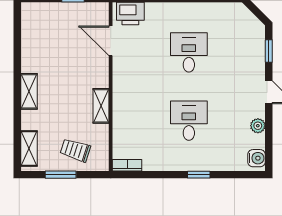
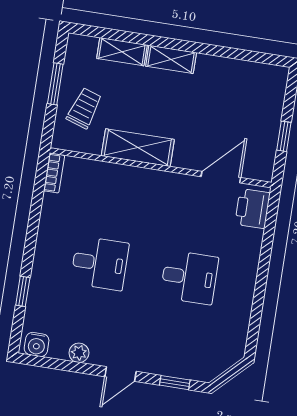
shelving: (101, 106) -> (138, 148), width x1.50, depth x1.33
shelving: (29, 148) -> (122, 52), moved
window: (199, 175) -> (23, 291), moved

